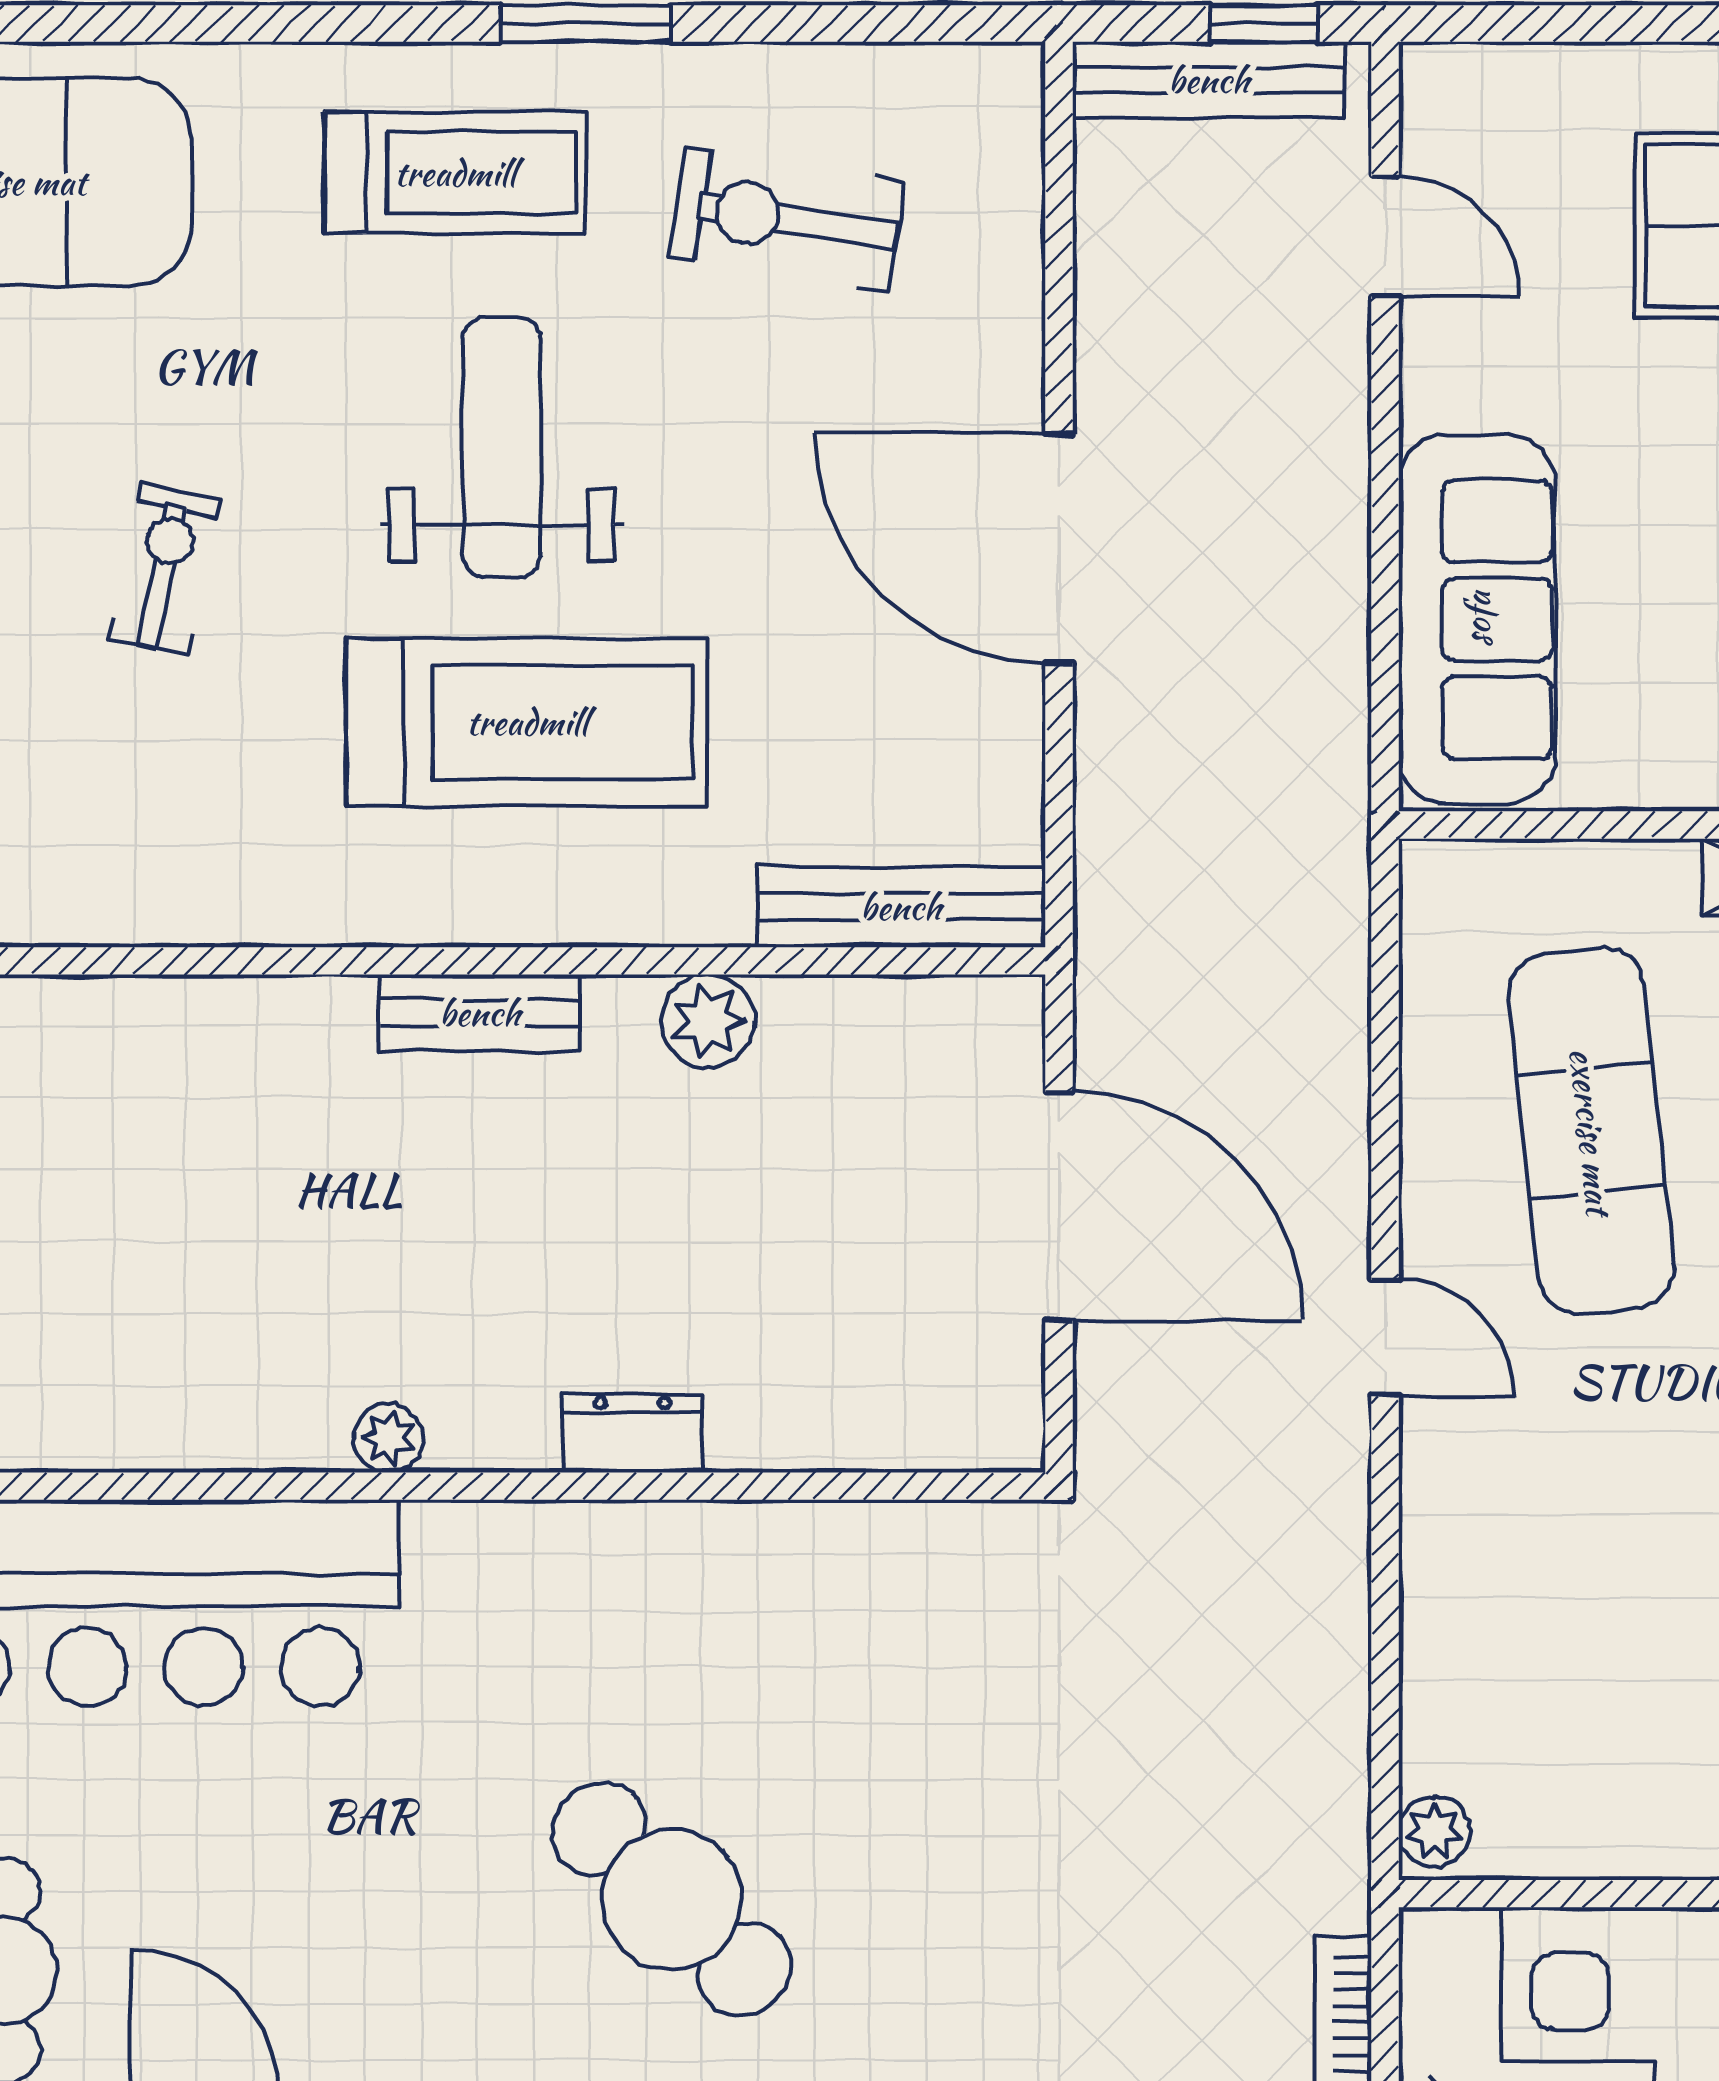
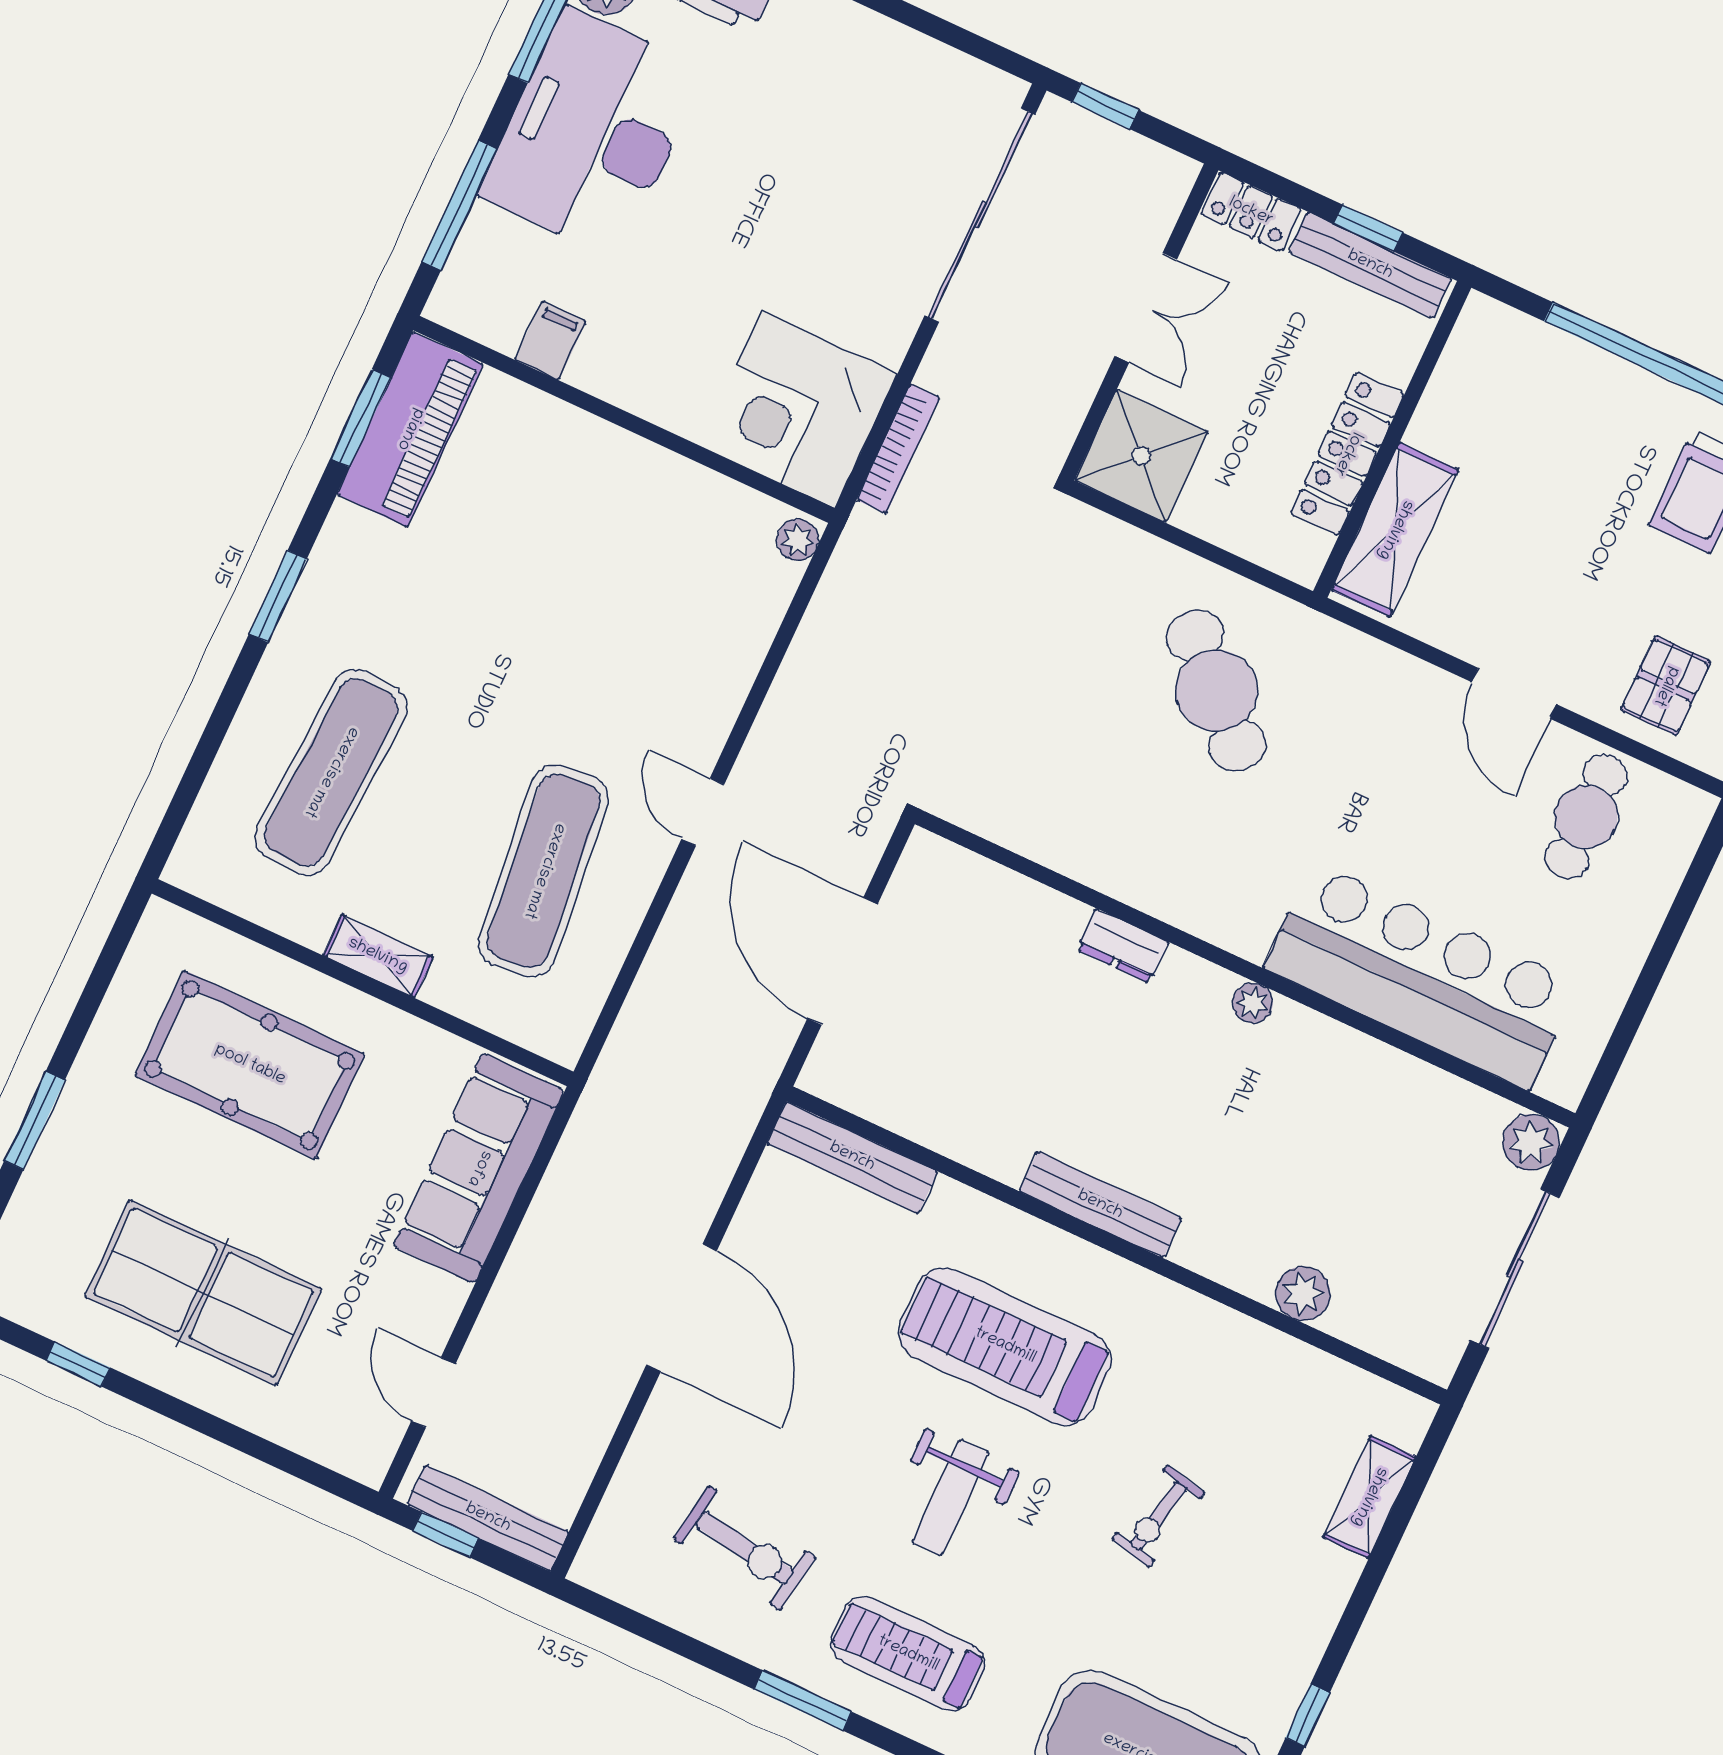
weight bench: (502, 447) -> (950, 1498), width x0.73, depth x0.75
bench: (480, 1013) -> (1100, 1205), width x1.36
plant: (708, 1021) -> (1303, 1294), moved

